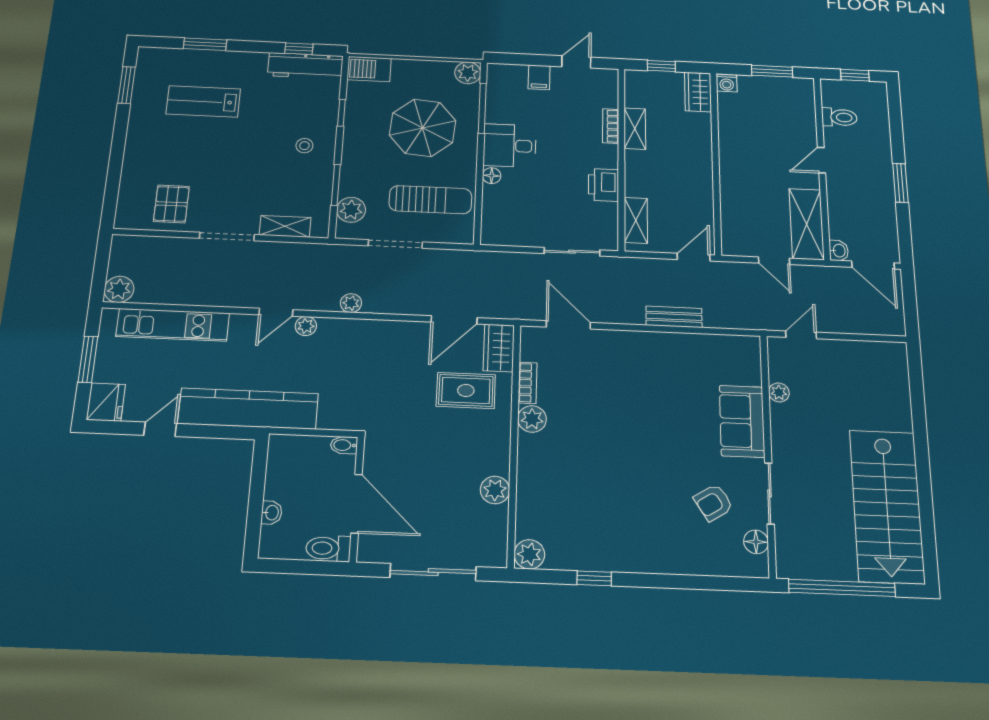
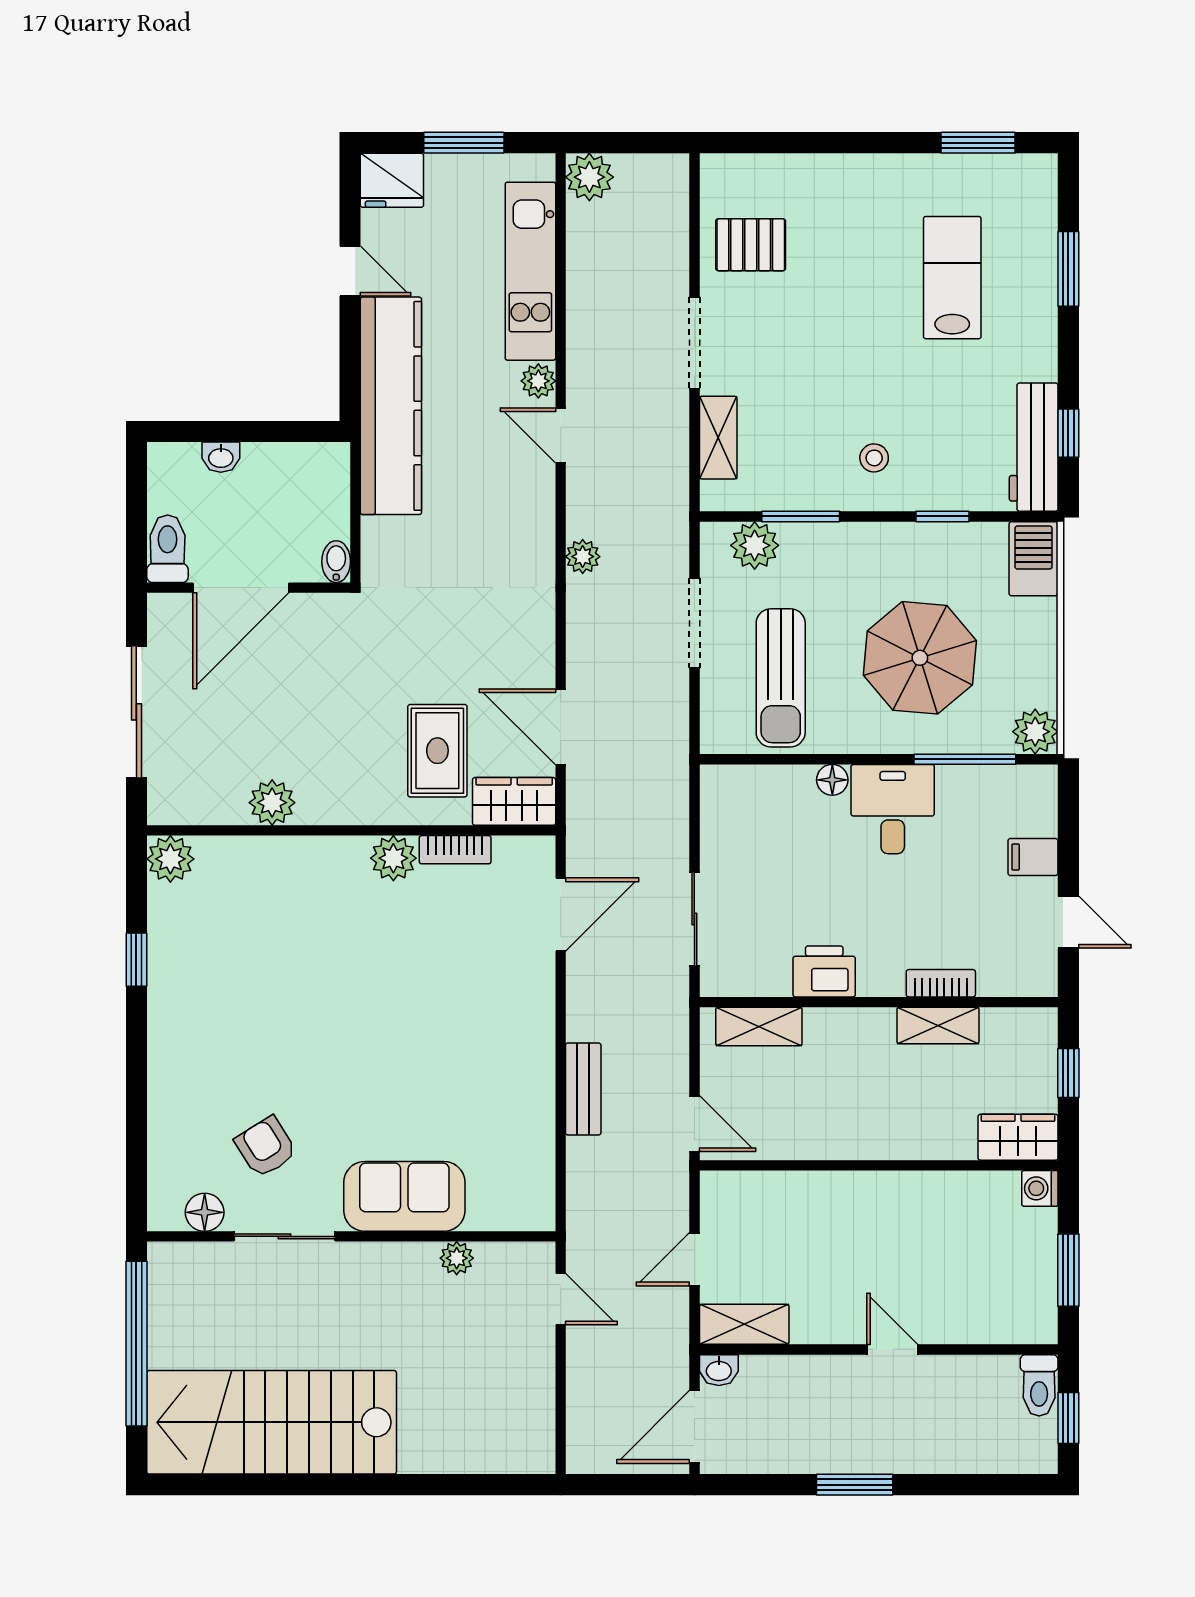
toilet: (839, 117) -> (1039, 1385), moved
shelving: (807, 224) -> (744, 1324), width x0.67, depth x0.75
plant: (306, 326) -> (538, 381), moved

